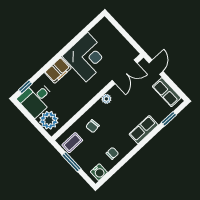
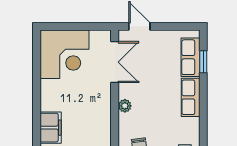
corner desk: (87, 57) -> (64, 54), moved, turned 90
row of seats: (167, 92) -> (190, 57), moved, turned 90

